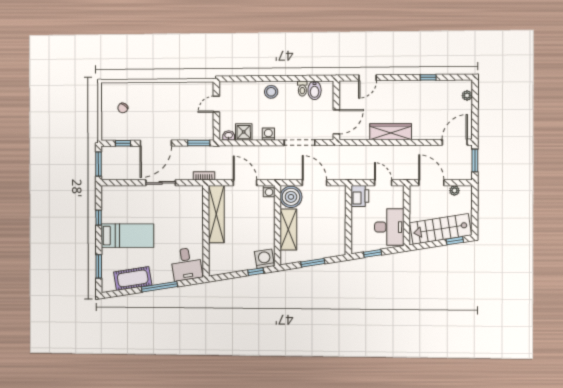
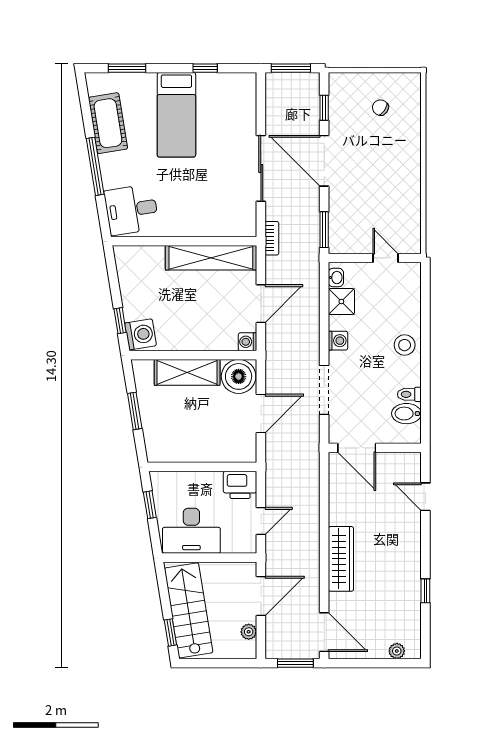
wardrobe: (391, 132) -> (341, 559), moved
sliding door: (161, 183) -> (261, 168), width x1.37

